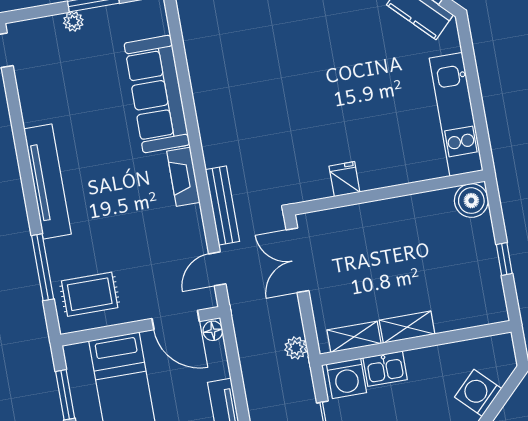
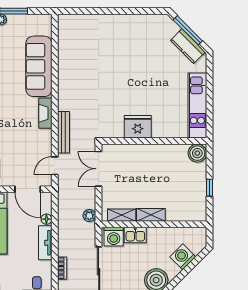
fridge: (344, 179) -> (138, 127), width x1.88, depth x1.34
floor lamp: (213, 331) -> (46, 219), moved

